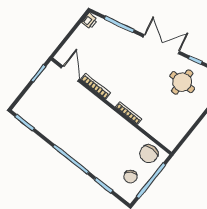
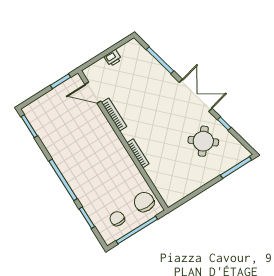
printer: (90, 21) -> (113, 58), moved
door: (70, 74) -> (93, 93), swing flipped
round table: (182, 82) -> (203, 141), turned 38
chair: (149, 154) -> (144, 202), turned 90
chair: (130, 177) -> (117, 219), turned 121

